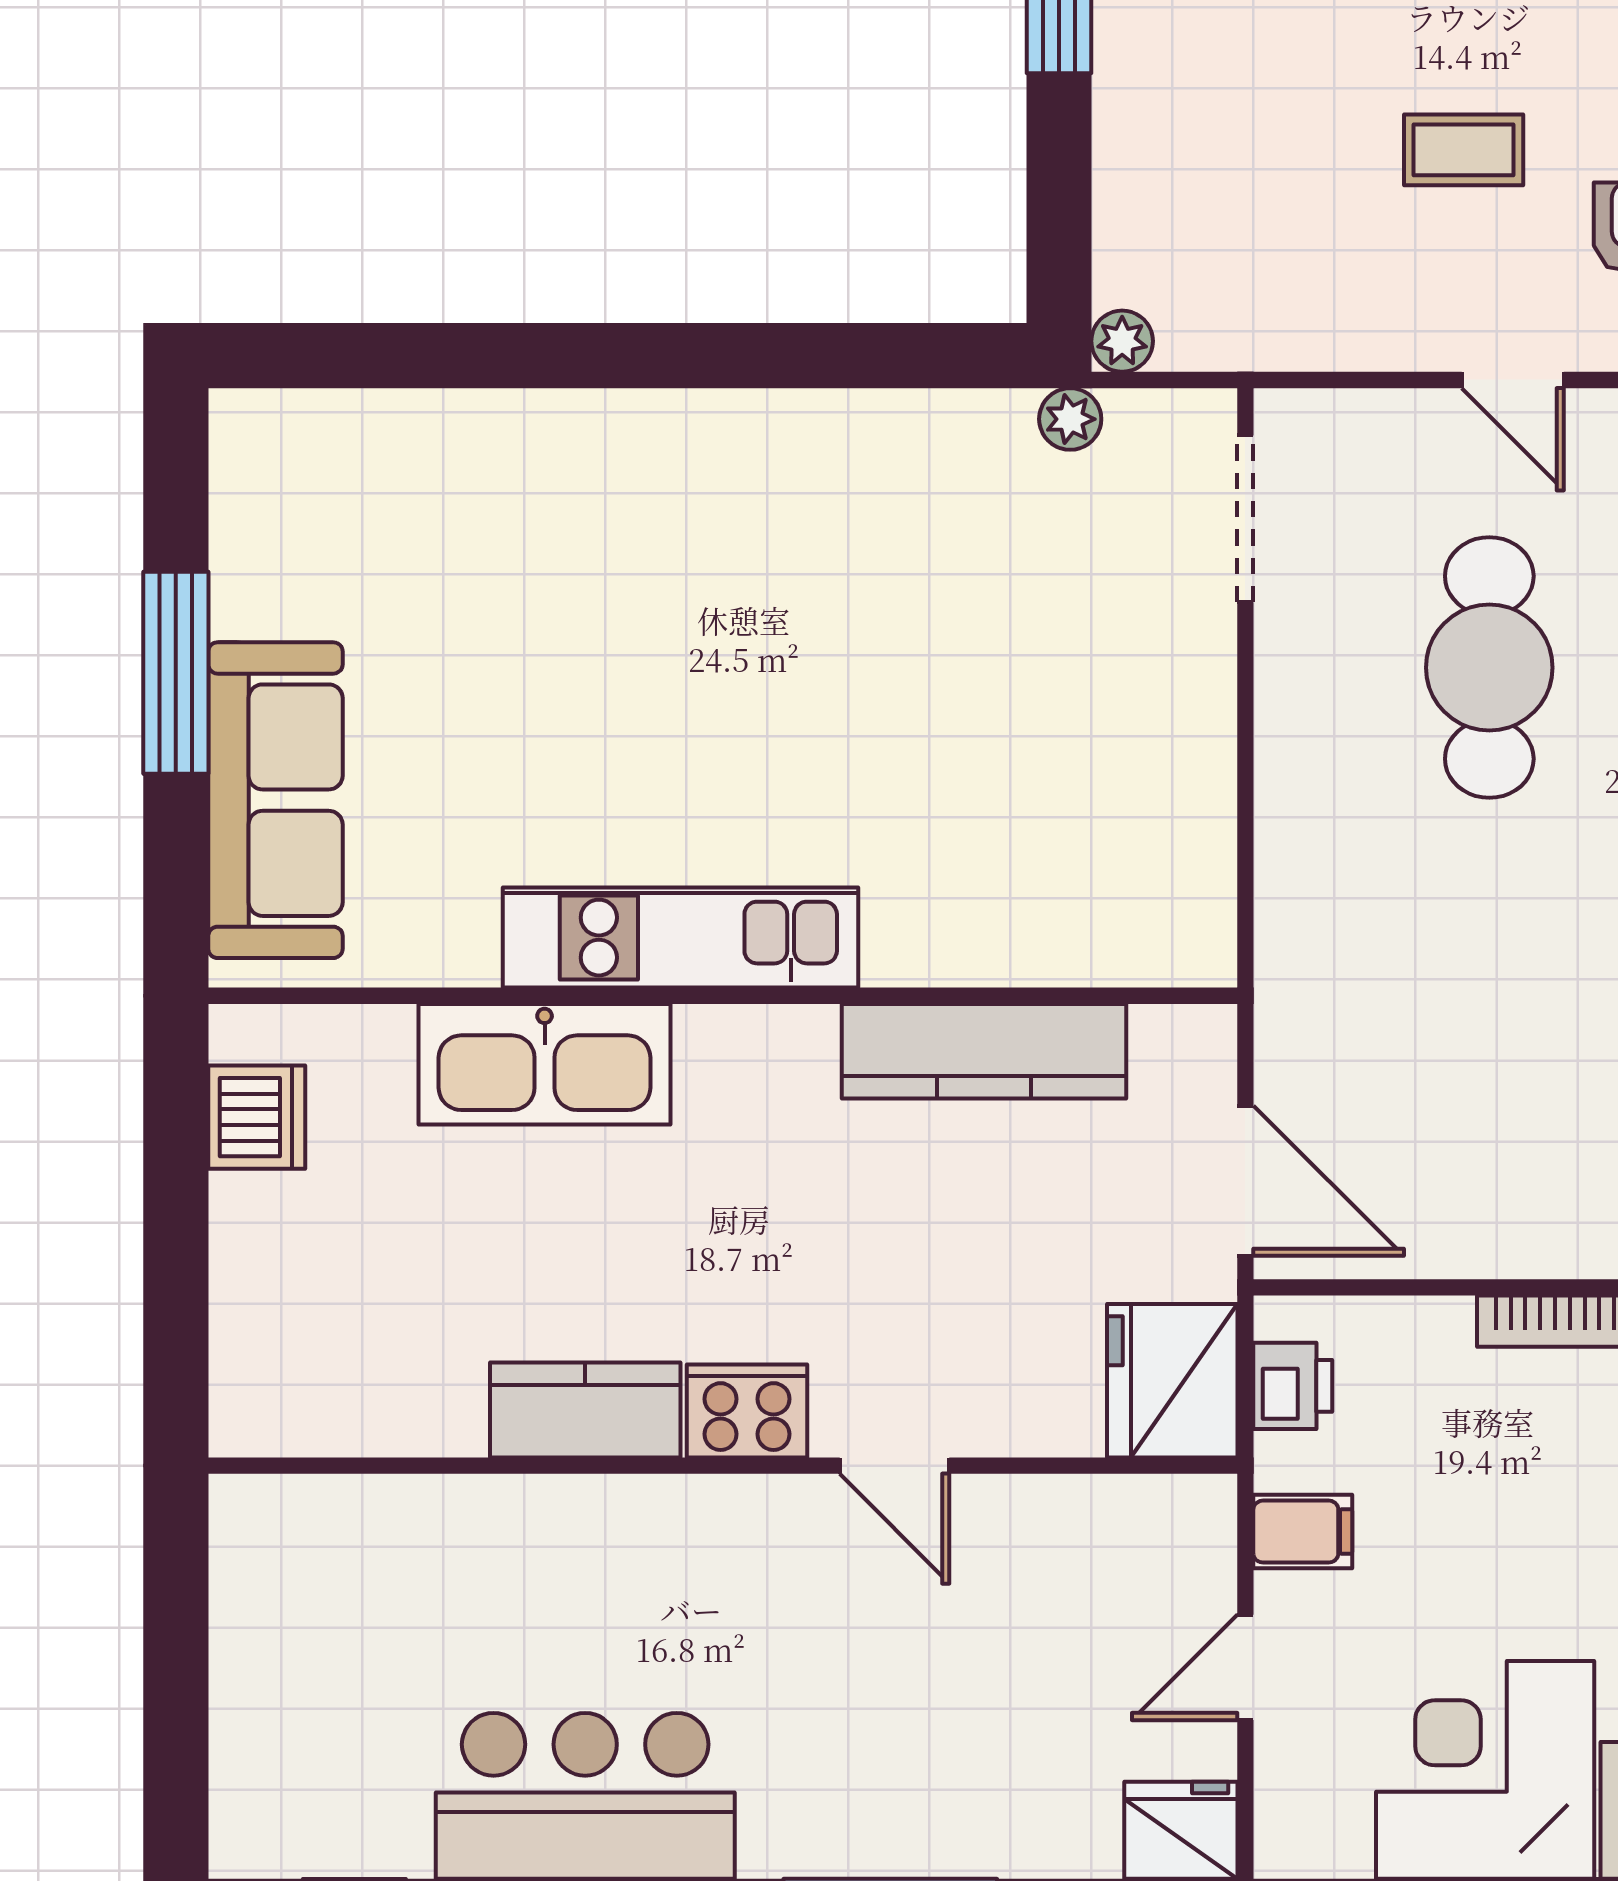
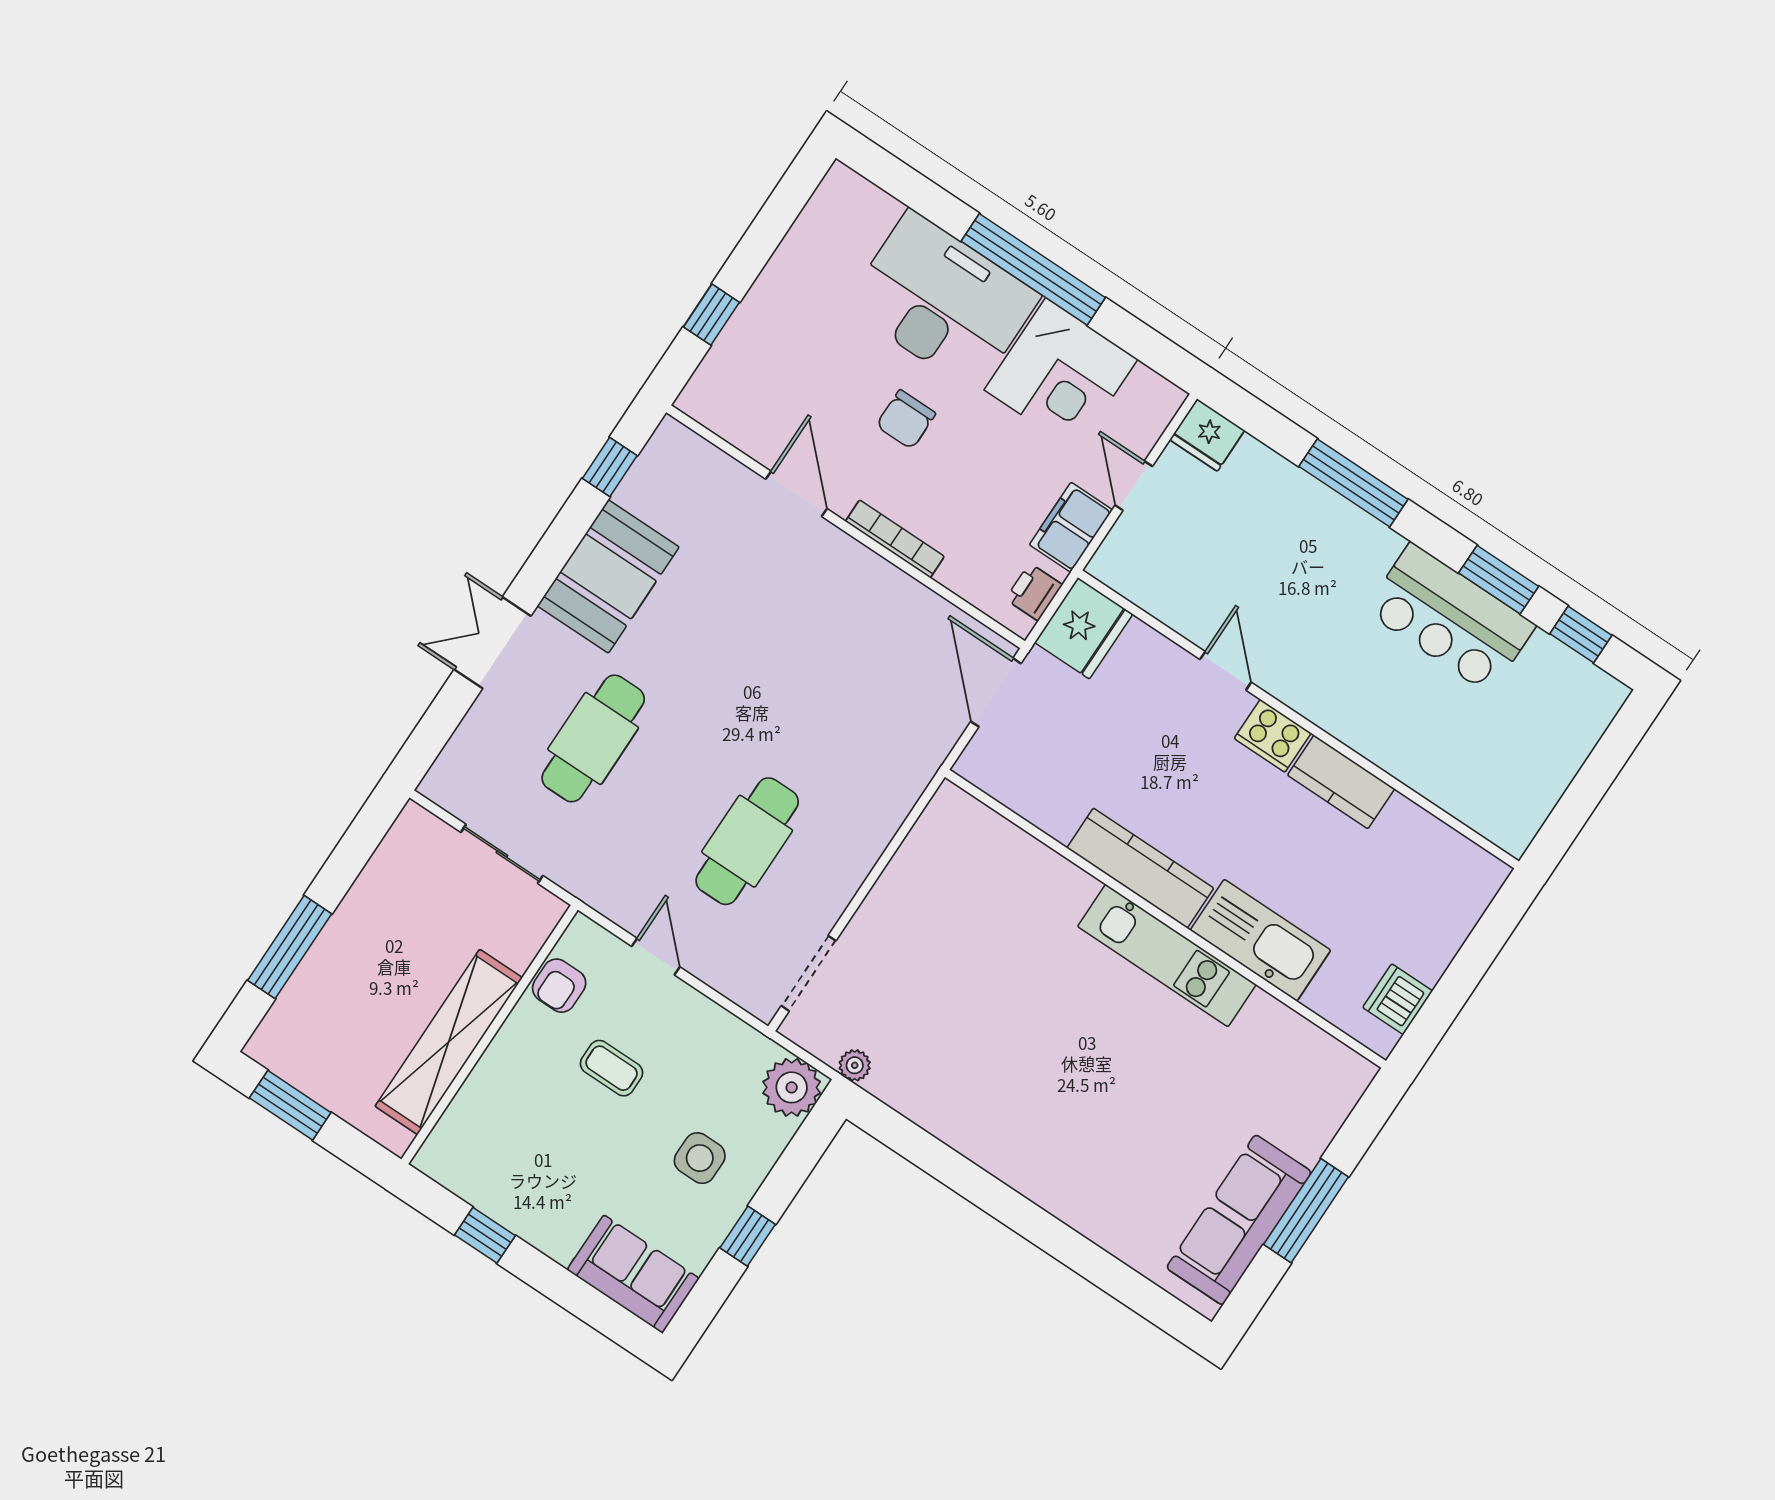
side table: (1222, 99) -> (700, 1158), added
plant: (1122, 341) -> (792, 1087), width x1.87, depth x1.87
sofa: (275, 800) -> (1239, 1220), moved
kitchen counter: (984, 1051) -> (1140, 868), moved
filing cabinet: (1303, 1532) -> (1071, 527), width x2.00
door: (1245, 1667) -> (1134, 486), swing flipped

